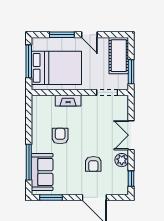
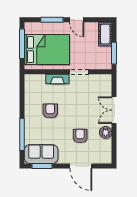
cot: (119, 56) -> (105, 34), width x0.73, depth x0.75
doorway: (107, 93) -> (79, 72), moved
armchair: (93, 164) -> (80, 136), turned 180
sofa: (42, 172) -> (41, 154), moved, turned -90
window: (131, 179) -> (114, 149), removed

